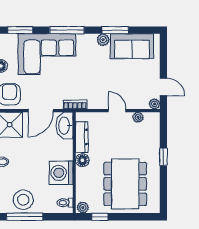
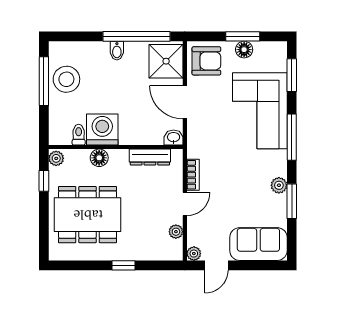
sofa: (132, 46) -> (258, 244), moved, turned 90
bookcase: (75, 104) -> (193, 175), moved
washbasin: (65, 126) -> (174, 138), width x0.52, depth x0.69
floor lamp: (82, 160) -> (99, 158), moved
toilet: (65, 203) -> (79, 135), moved

